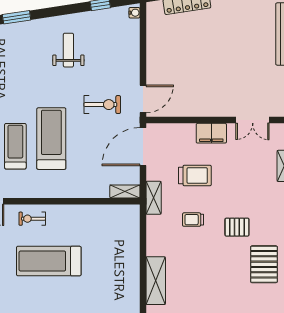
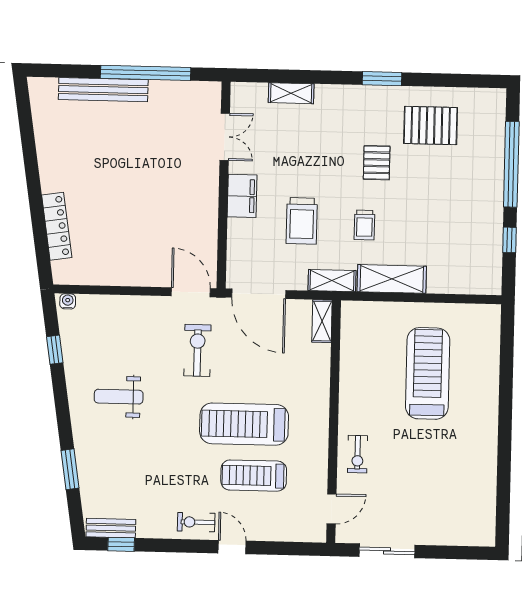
trolley: (195, 176) -> (302, 221), turned 180
treadmill: (49, 261) -> (428, 373), moved, turned 180
shelving: (156, 281) -> (392, 279), moved

